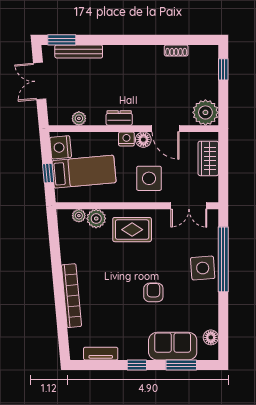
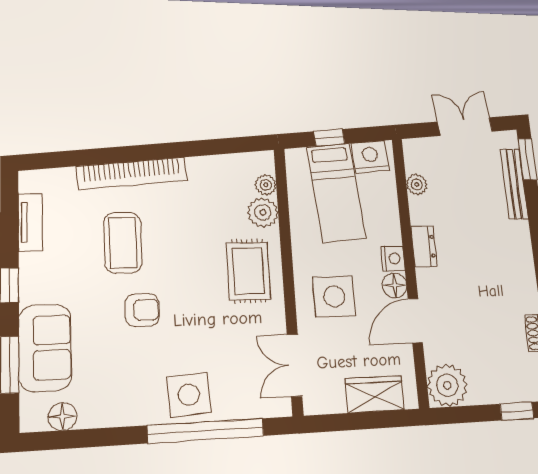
coffee table: (114, 302) -> (123, 243), added

